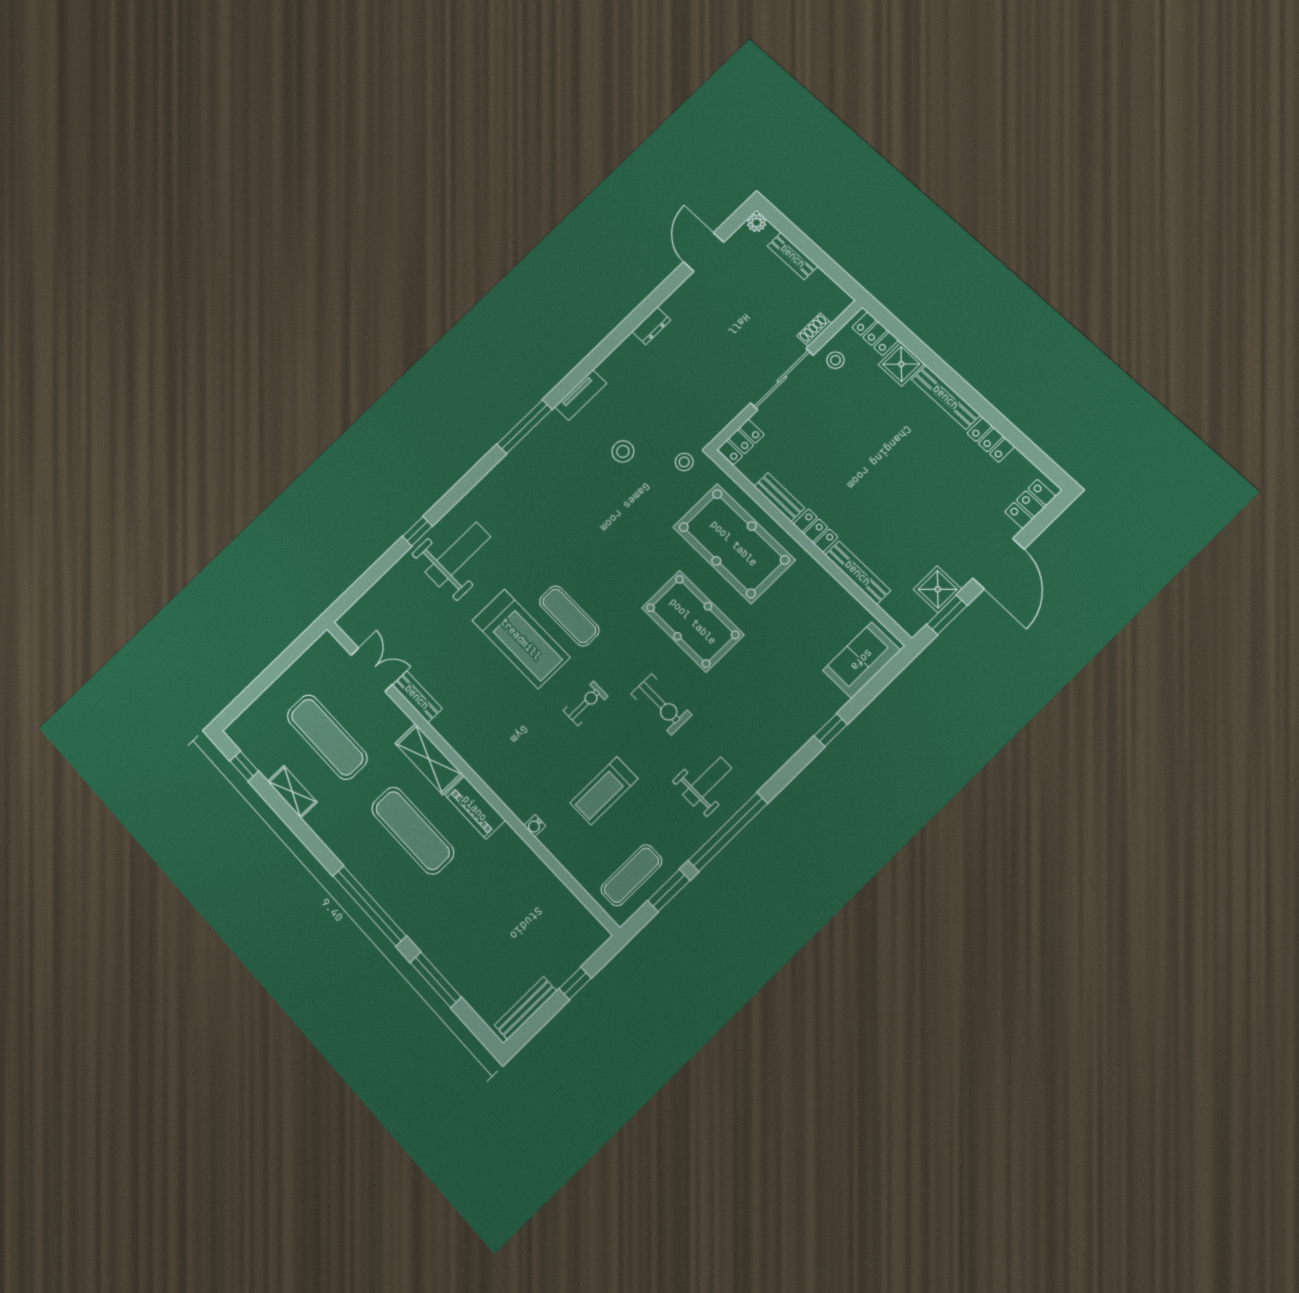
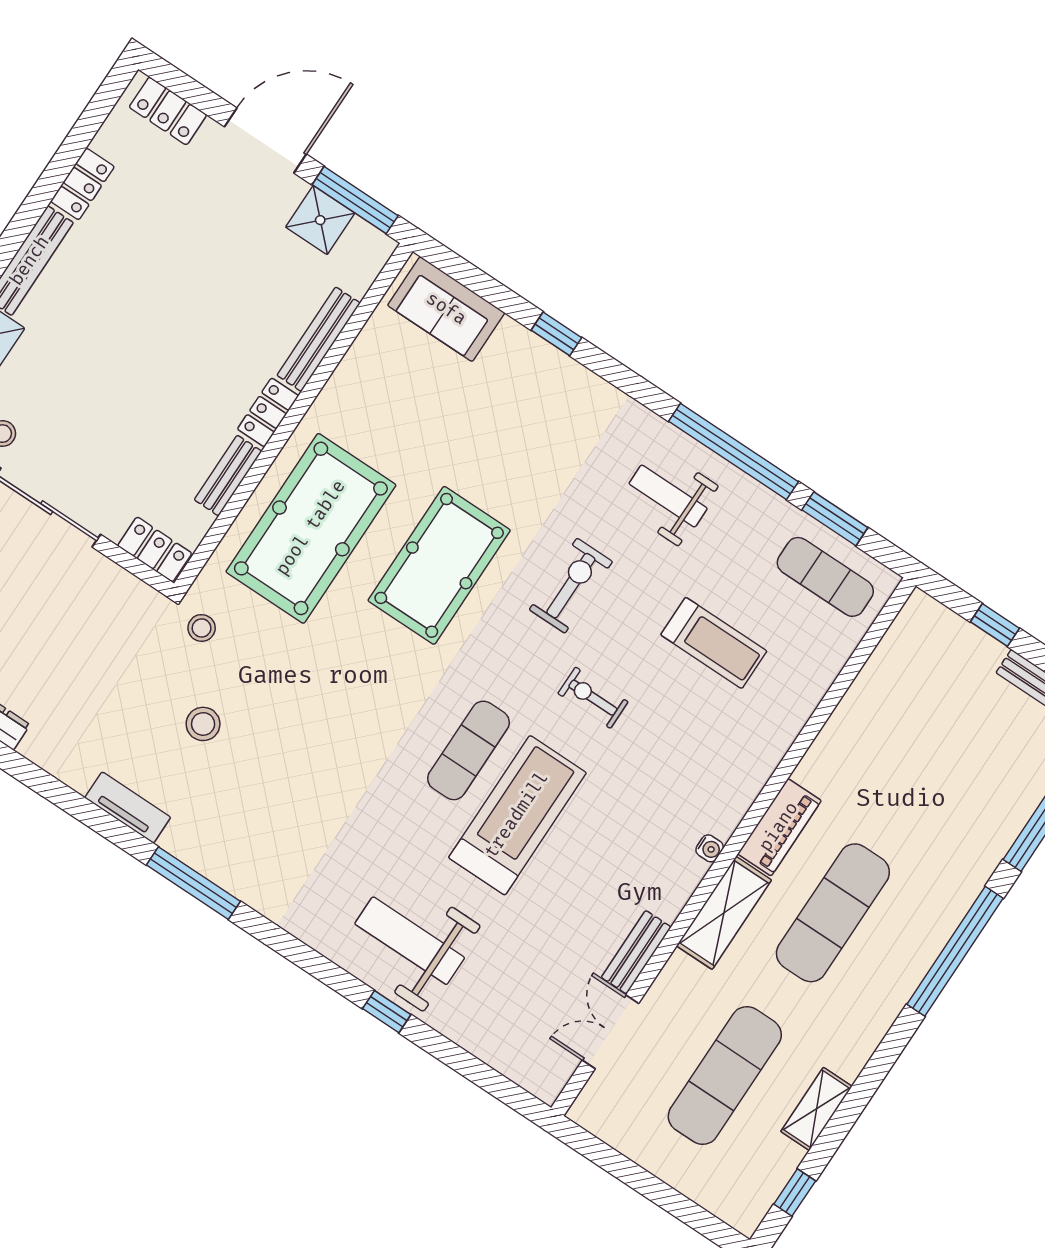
window: (947, 615) -> (355, 200), width x1.44
water cooler: (535, 826) -> (710, 848), moved

